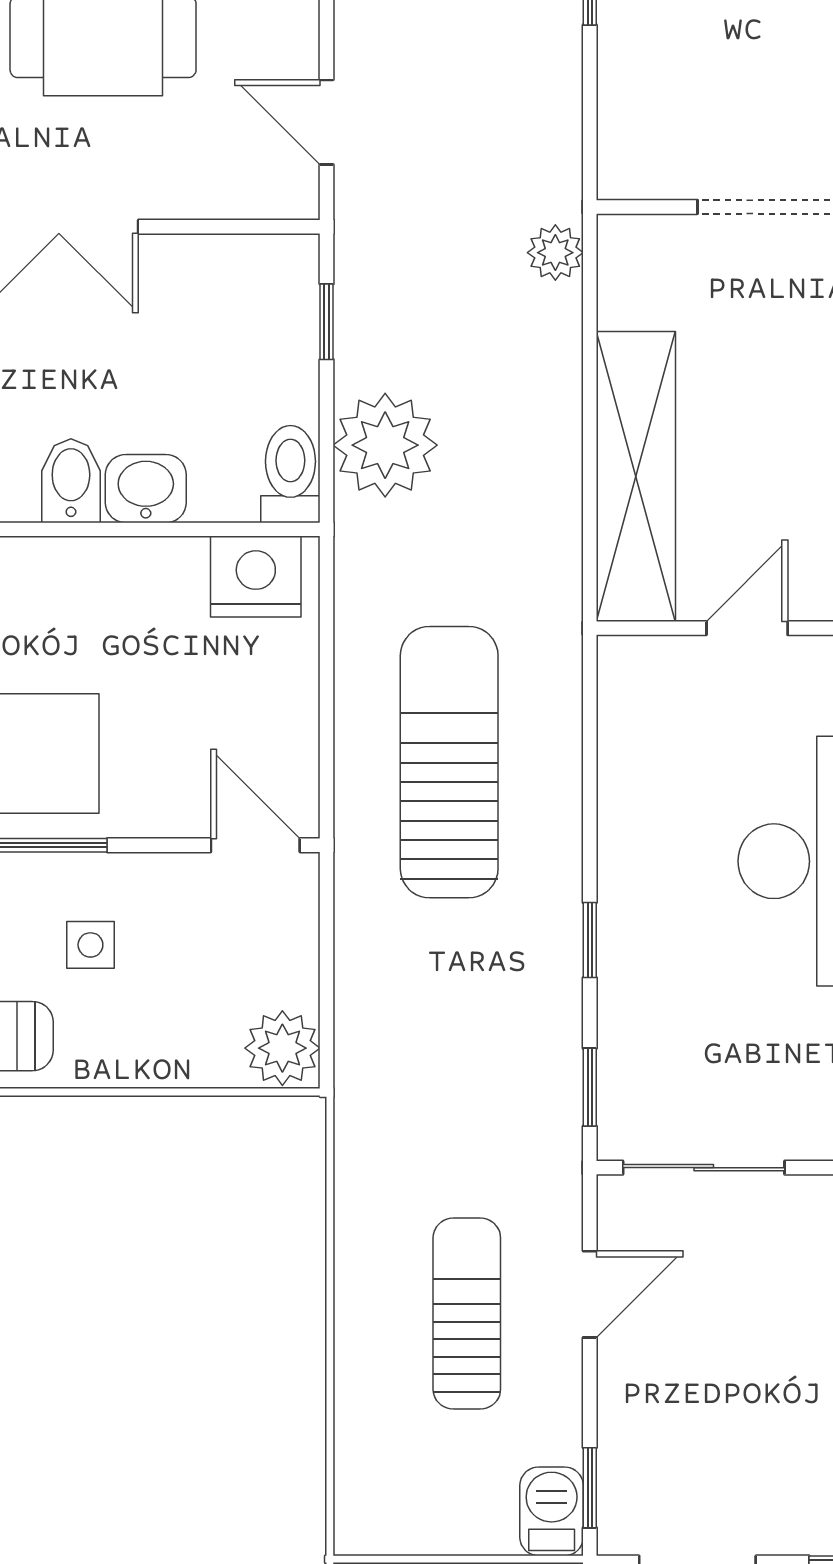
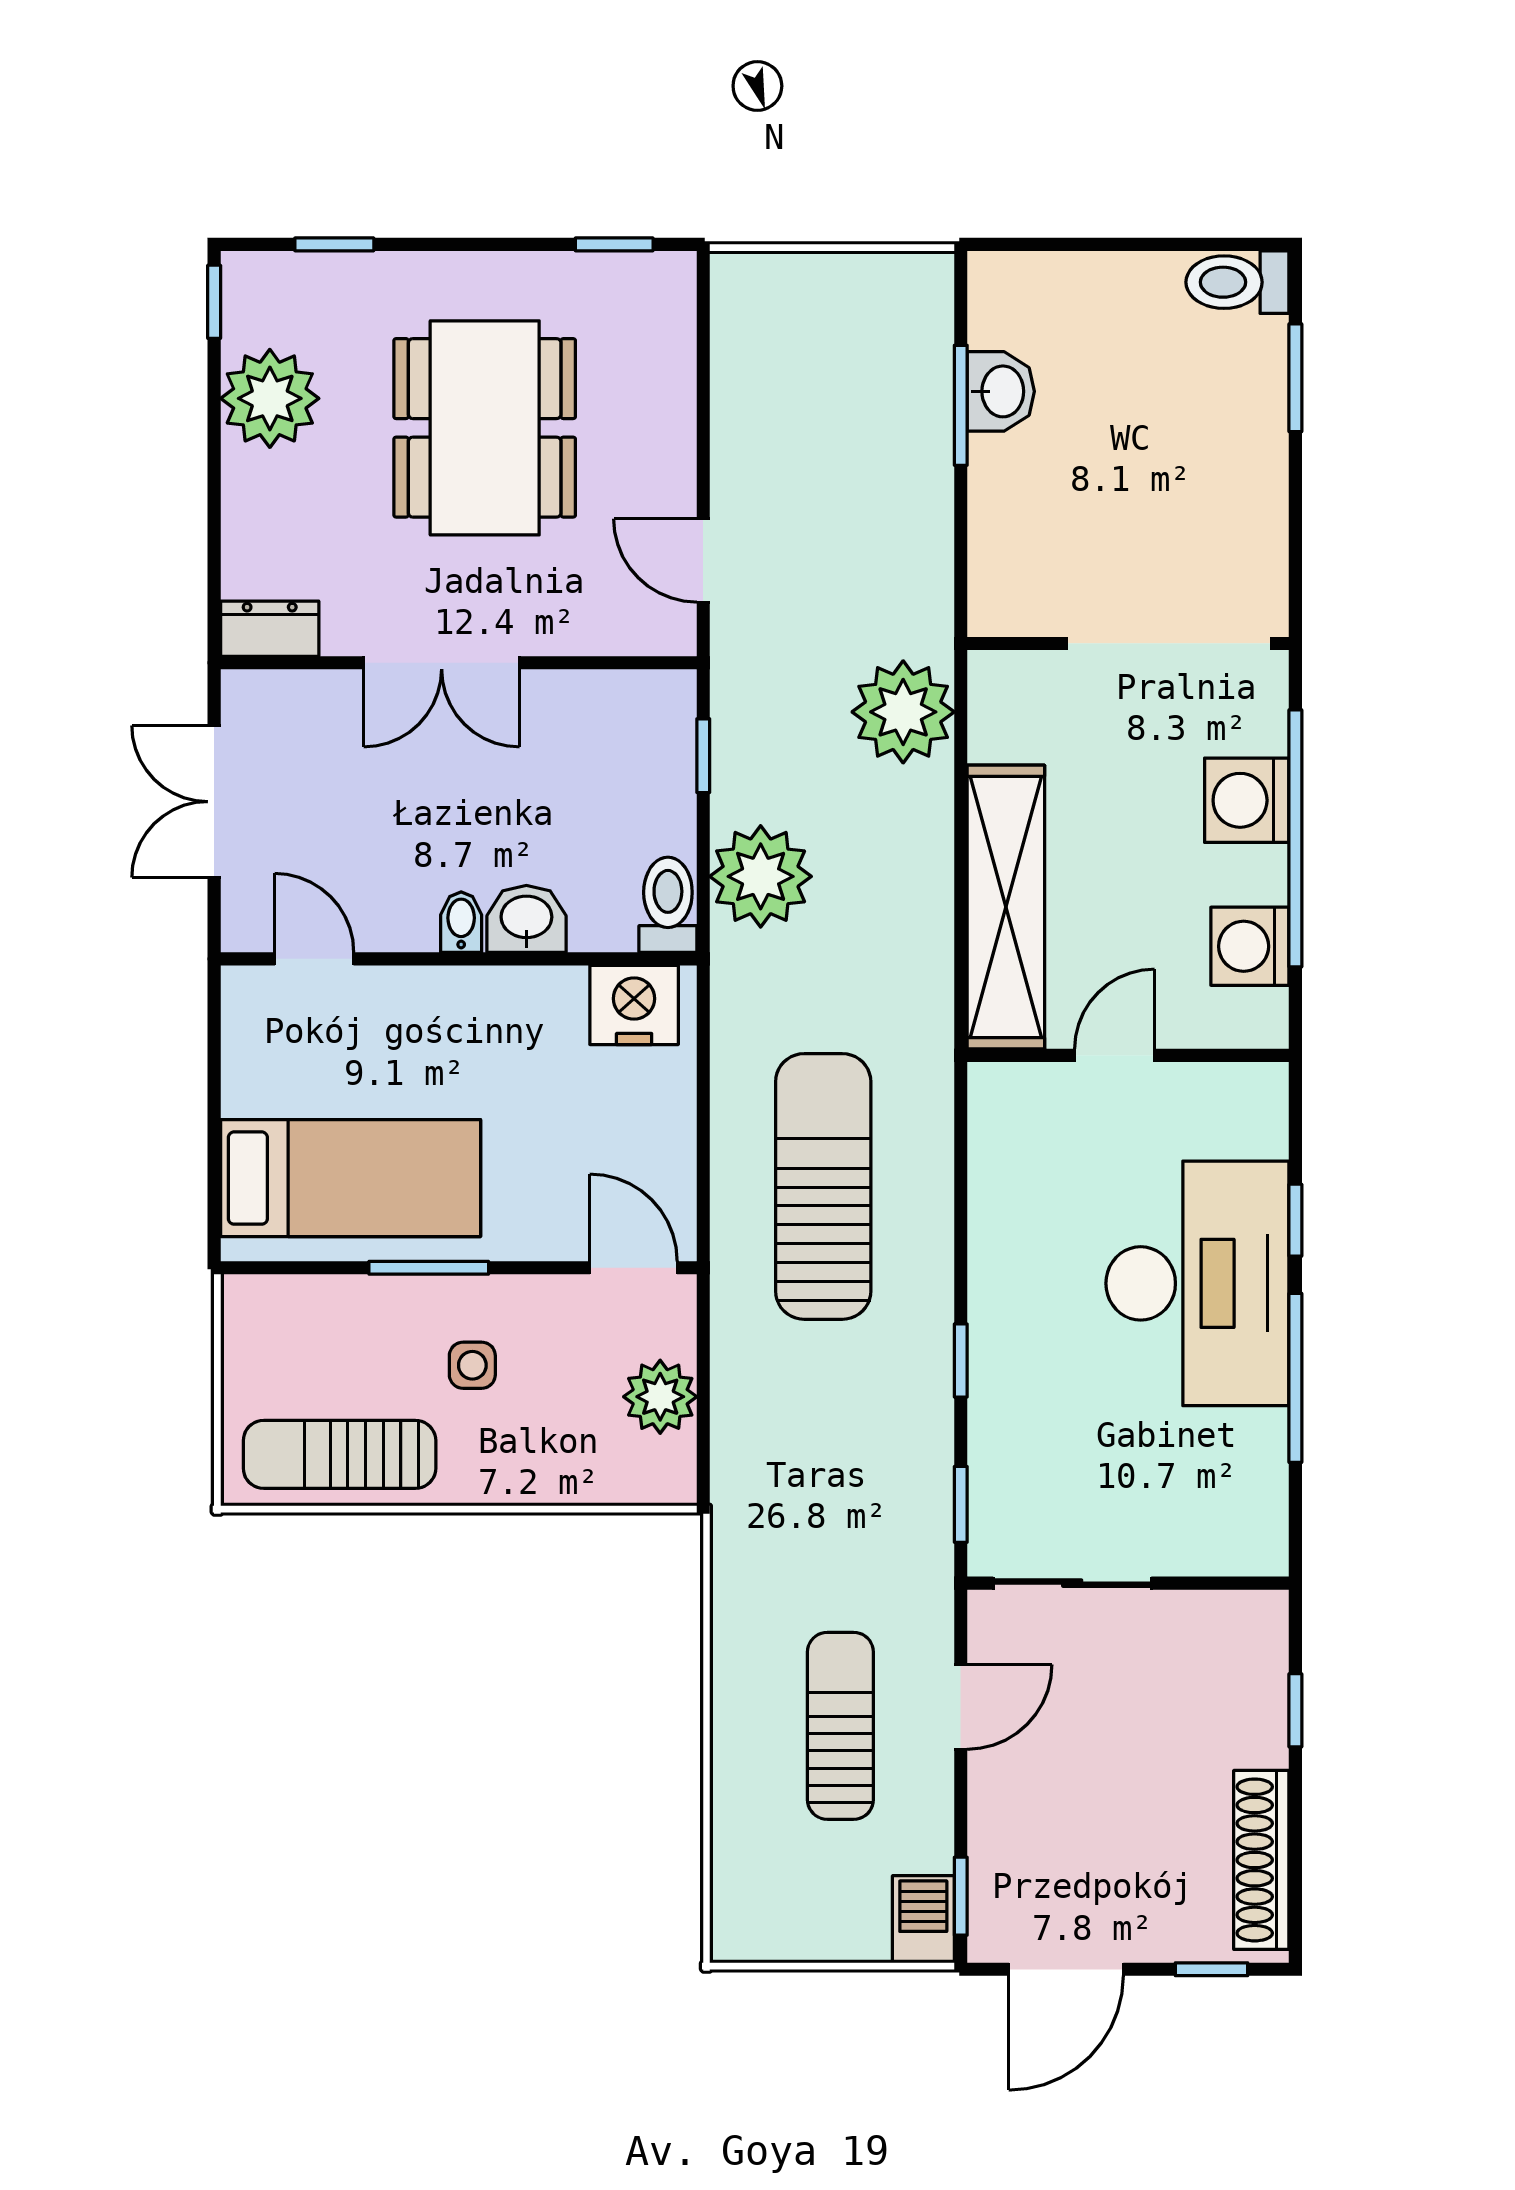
plant: (555, 253) -> (903, 712), width x1.88, depth x1.88
bidet: (71, 481) -> (461, 922), width x0.72, depth x0.74
plant: (282, 1048) -> (660, 1397), moved

